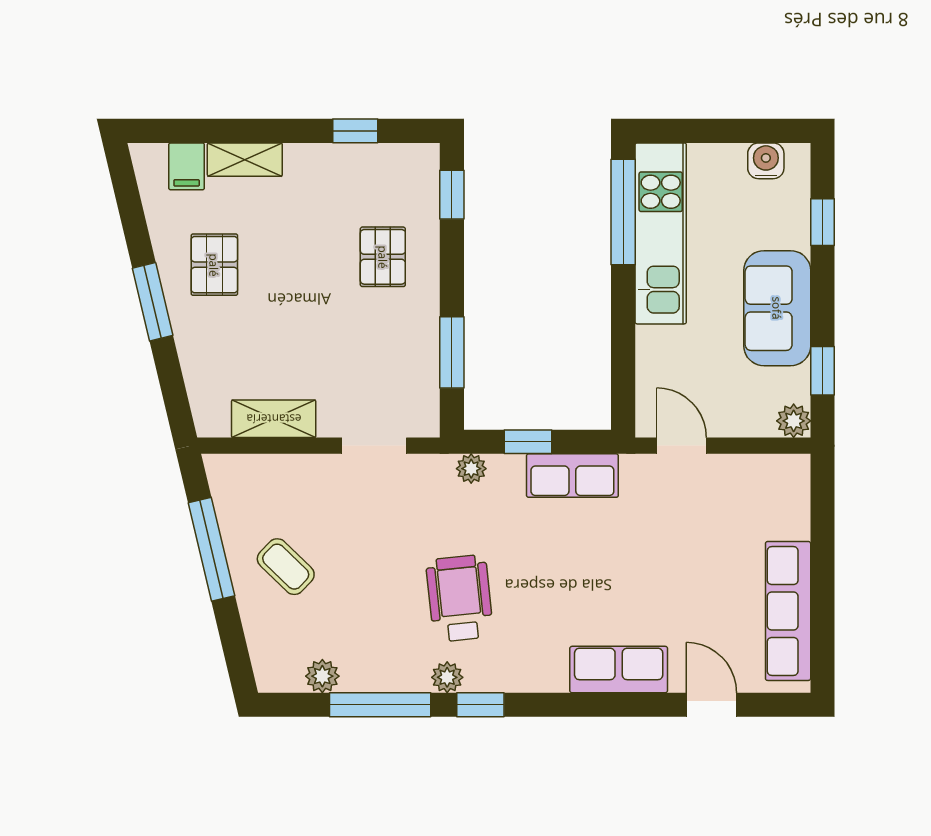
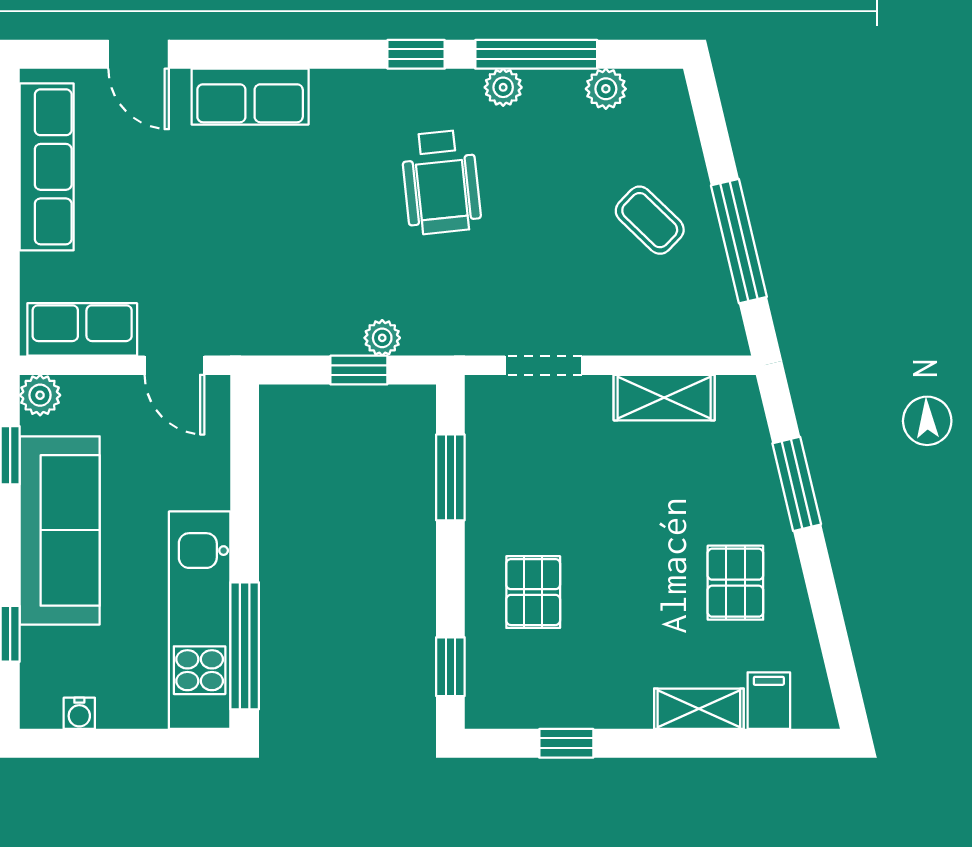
water cooler: (766, 161) -> (79, 713), width x0.72, depth x0.72
window: (153, 302) -> (797, 484), moved
sofa: (777, 308) -> (60, 530), width x1.36
plant: (471, 469) -> (382, 338), moved
row of seats: (572, 476) -> (82, 329), moved
plant: (447, 677) -> (503, 87), moved

